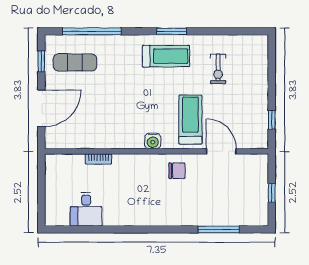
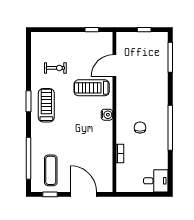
chair: (177, 171) -> (140, 128), moved
desk: (86, 209) -> (156, 181), moved
window: (135, 229) -> (170, 128), added
window: (219, 229) -> (170, 57), moved

